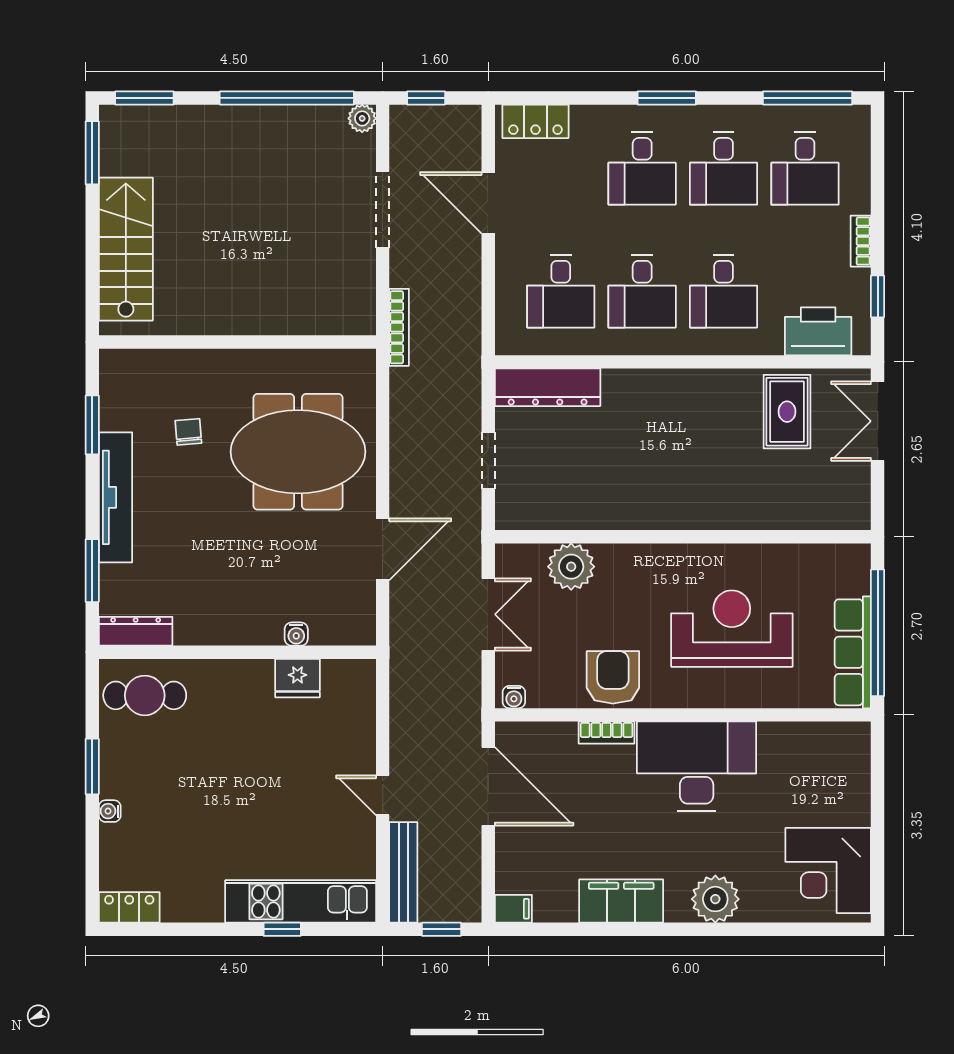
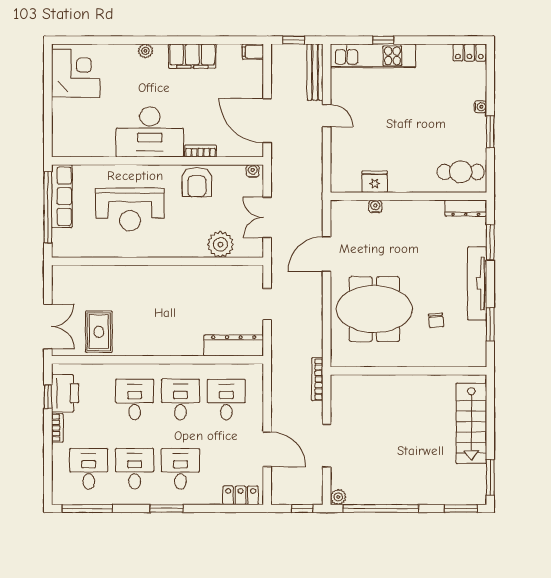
printer: (818, 331) -> (65, 393), moved, turned -90
plant: (715, 899) -> (145, 51), width x0.53, depth x0.53

